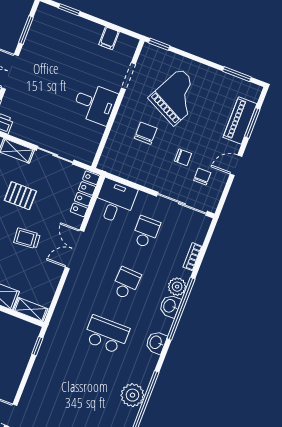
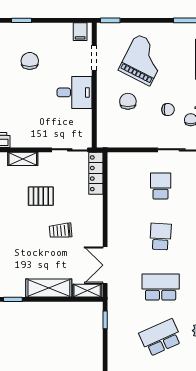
filing cabinet: (109, 38) -> (80, 32), moved
chair: (62, 54) -> (30, 61), added
sliding door: (55, 155) -> (70, 150), moved
desk: (115, 201) -> (124, 170), removed
double door: (75, 249) -> (105, 265), moved
school desk: (87, 386) -> (161, 338), added

